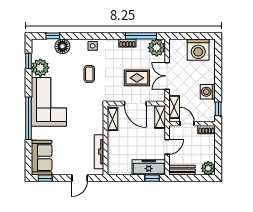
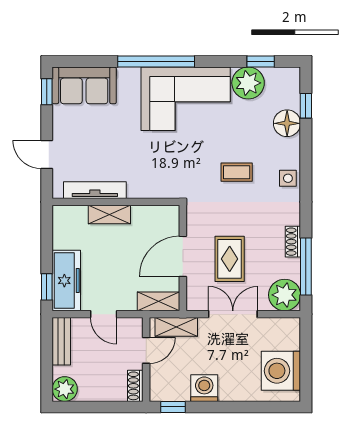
shelving: (112, 119) -> (109, 215), moved

